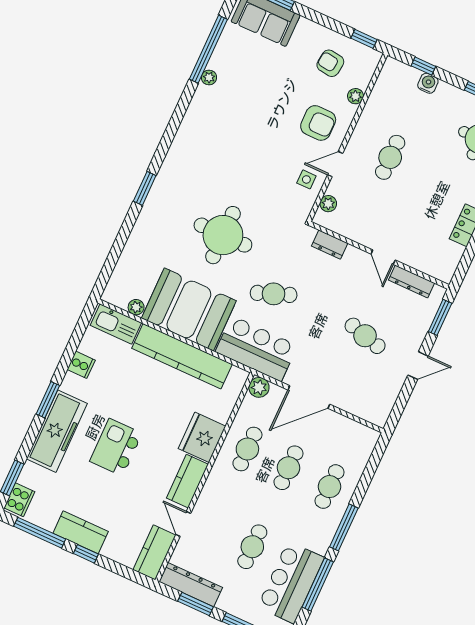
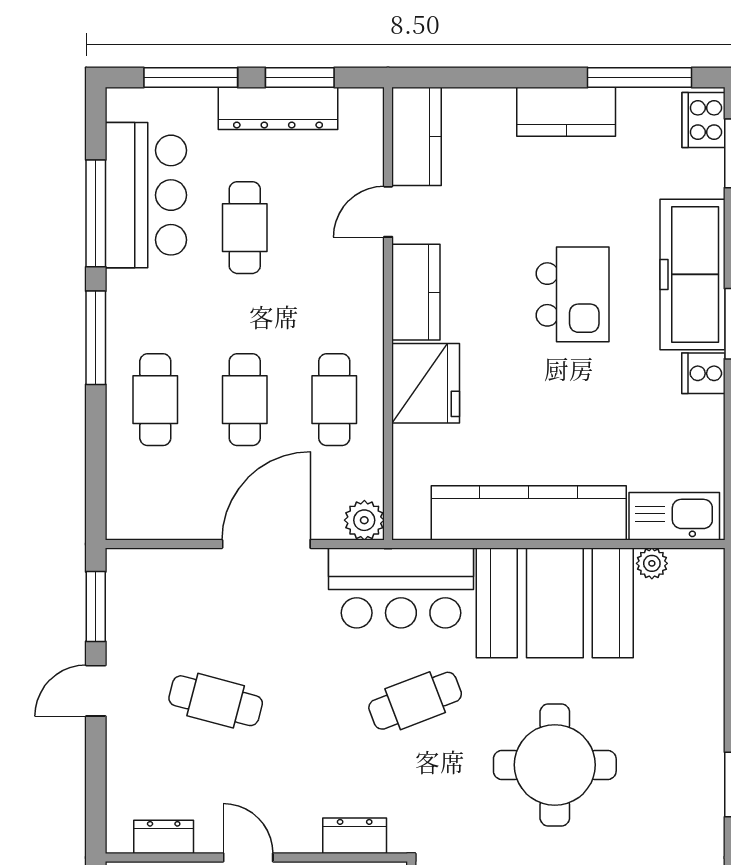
dresser: (412, 281) -> (164, 837), width x0.70
window: (440, 317) -> (96, 607), moved
cooker: (81, 365) -> (703, 373), moved
door: (183, 524) -> (388, 212), swing flipped
window: (86, 554) -> (539, 77), removed
dresser: (191, 585) -> (278, 108), moved

